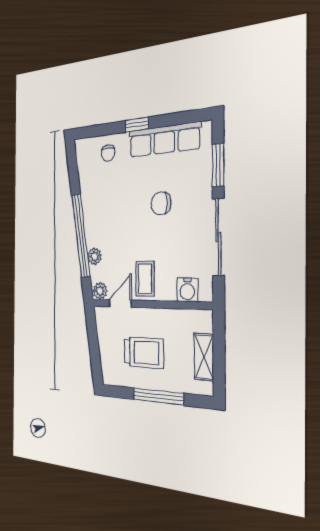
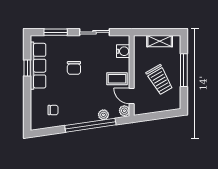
window: (137, 125) -> (27, 68), moved
chair: (108, 153) -> (53, 110), moved
sliding door: (218, 237) -> (94, 32), width x0.73
trolley: (144, 353) -> (160, 80), turned 150

